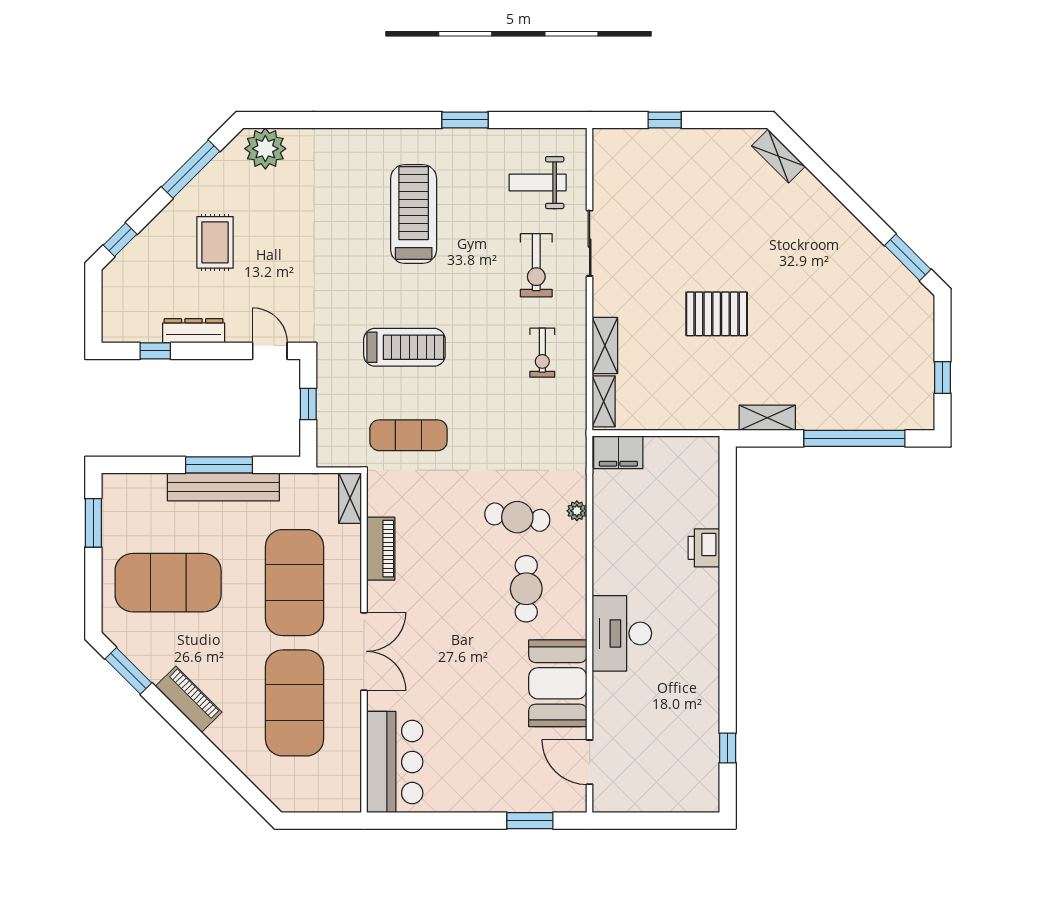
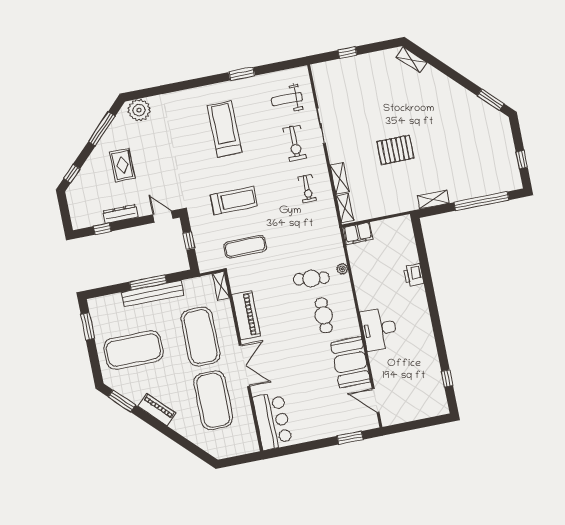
piano: (381, 549) -> (246, 315), width x1.37, depth x1.33

